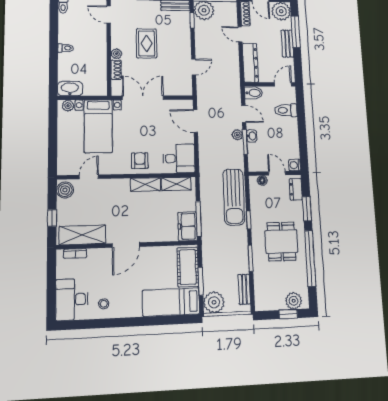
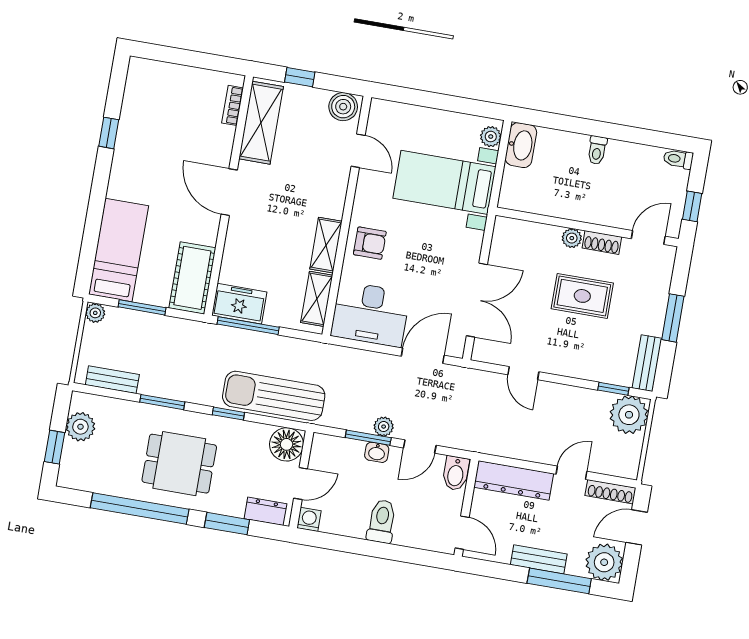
shoe rack: (116, 70) -> (602, 242), moved
double door: (143, 98) -> (477, 300), moved
toilet: (286, 110) -> (382, 521), moved
desk: (179, 158) -> (370, 314), width x1.37
floor lamp: (262, 180) -> (287, 444), width x1.89, depth x1.89
cot: (188, 267) -> (192, 278), moved, turned 90
desk: (72, 299) -> (159, 87), removed
plant: (294, 301) -> (80, 427), moved
plant: (214, 302) -> (95, 313), width x0.53, depth x0.53
stool: (104, 304) -> (140, 138), removed
window: (104, 323) -> (109, 133), added

